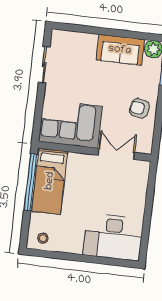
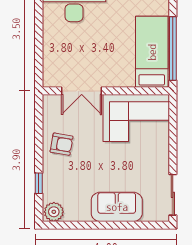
sofa: (120, 50) -> (117, 207), moved
sliding door: (44, 65) -> (173, 195), moved

